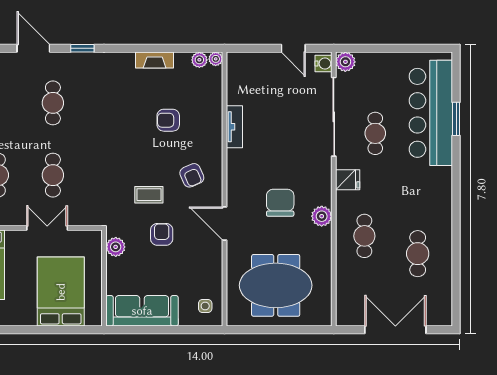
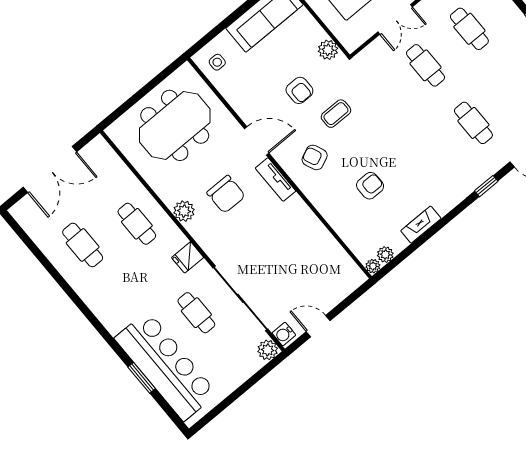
tv unit: (234, 127) -> (276, 180), moved

